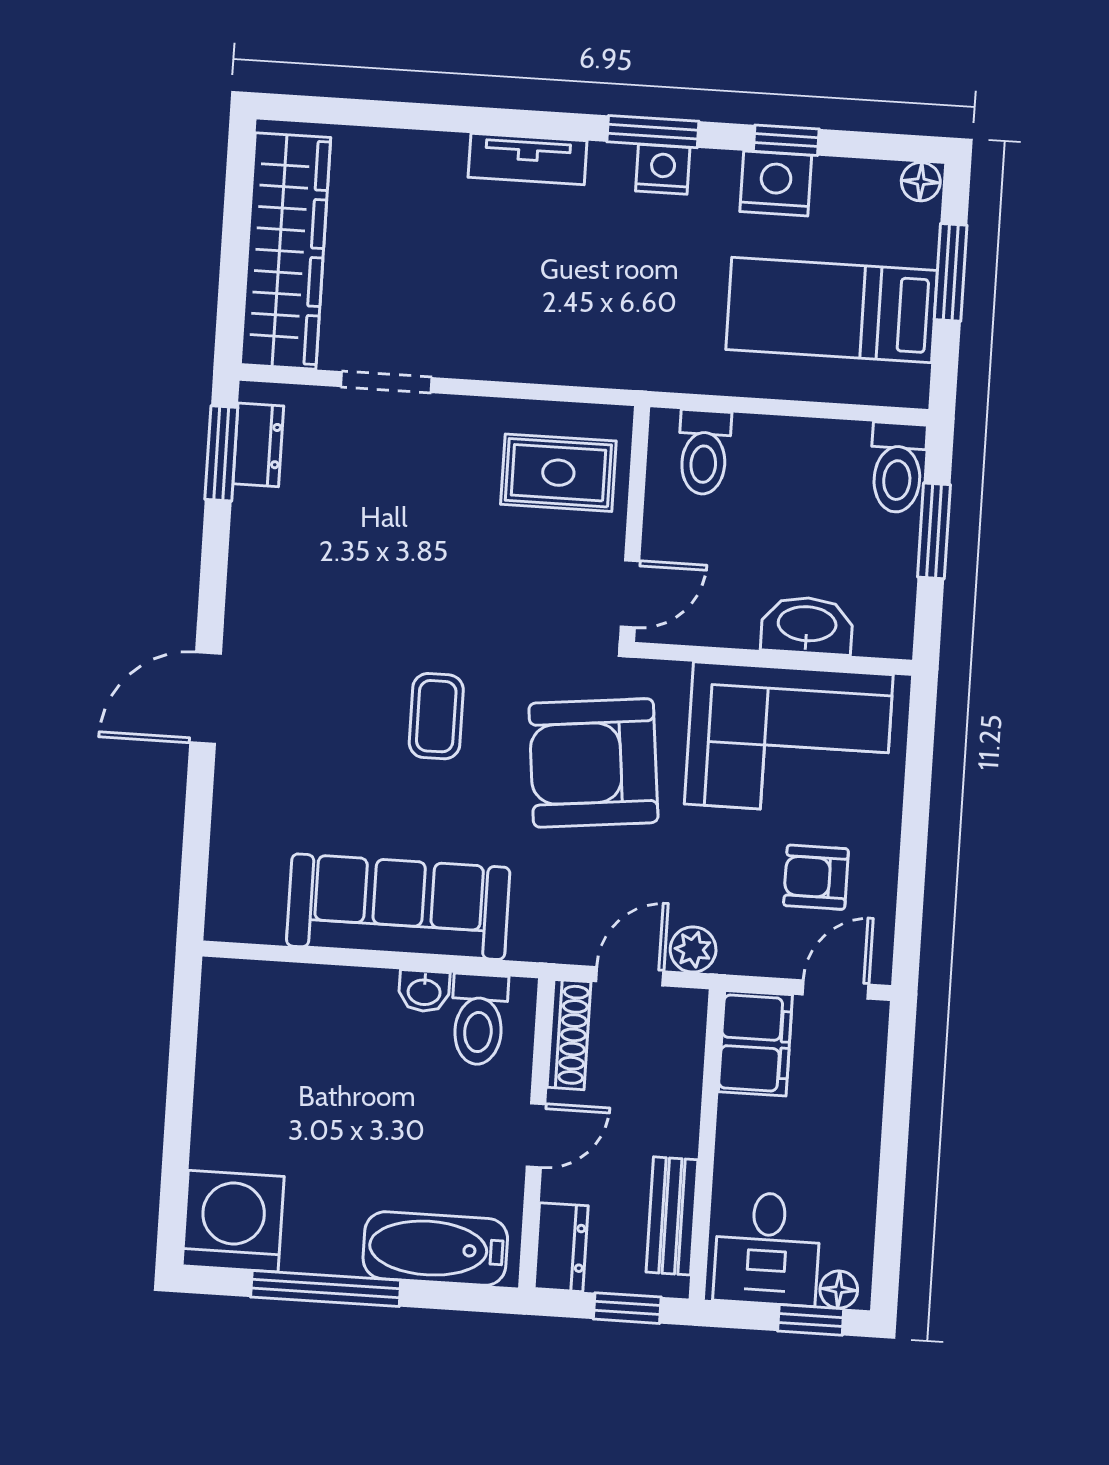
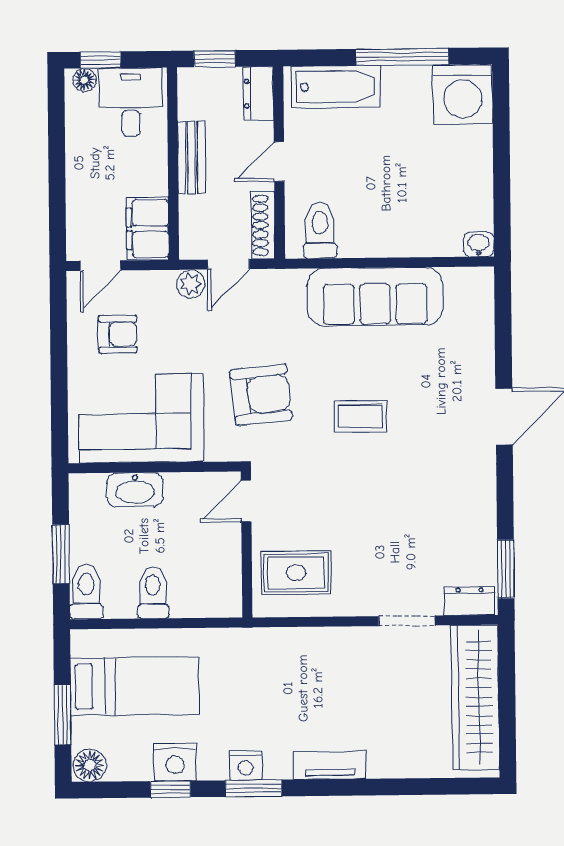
floor lamp: (921, 182) -> (90, 765), width x1.37, depth x1.37
dresser: (258, 445) -> (470, 601), moved, turned 90
toilet: (704, 452) -> (153, 593), moved
coffee table: (436, 716) -> (360, 416), turned 90
armchair: (593, 763) -> (261, 395), width x0.73, depth x0.73
washbasin: (424, 991) -> (479, 244), moved
bench: (672, 1216) -> (192, 157), moved

